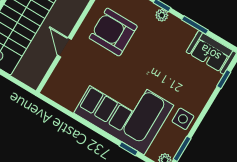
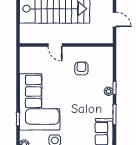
armchair: (113, 32) -> (81, 68), width x0.53, depth x0.53
door: (64, 47) -> (55, 45), swing flipped

